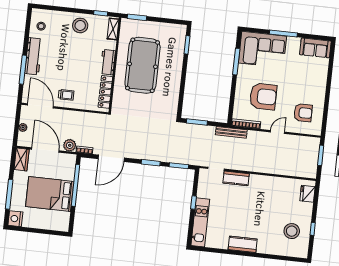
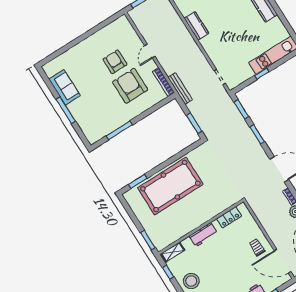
sofa: (315, 48) -> (65, 87), moved
corner sofa: (262, 50) -> (92, 117), removed
pool table: (143, 65) -> (170, 186), moved
locker: (105, 92) -> (229, 217), width x0.66
door: (40, 106) -> (283, 261), hinge flipped
armchair: (303, 113) -> (115, 62), moved
door: (277, 132) -> (150, 51), hinge flipped
kitchen counter: (236, 178) -> (196, 26), moved

